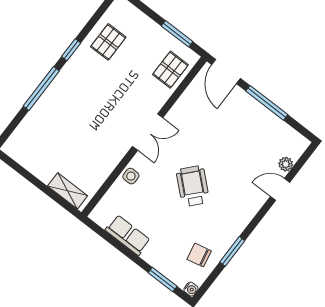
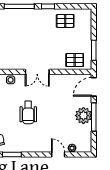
plant: (254, 115) -> (83, 116), added
wheelchair: (193, 186) -> (28, 112), turned 138

